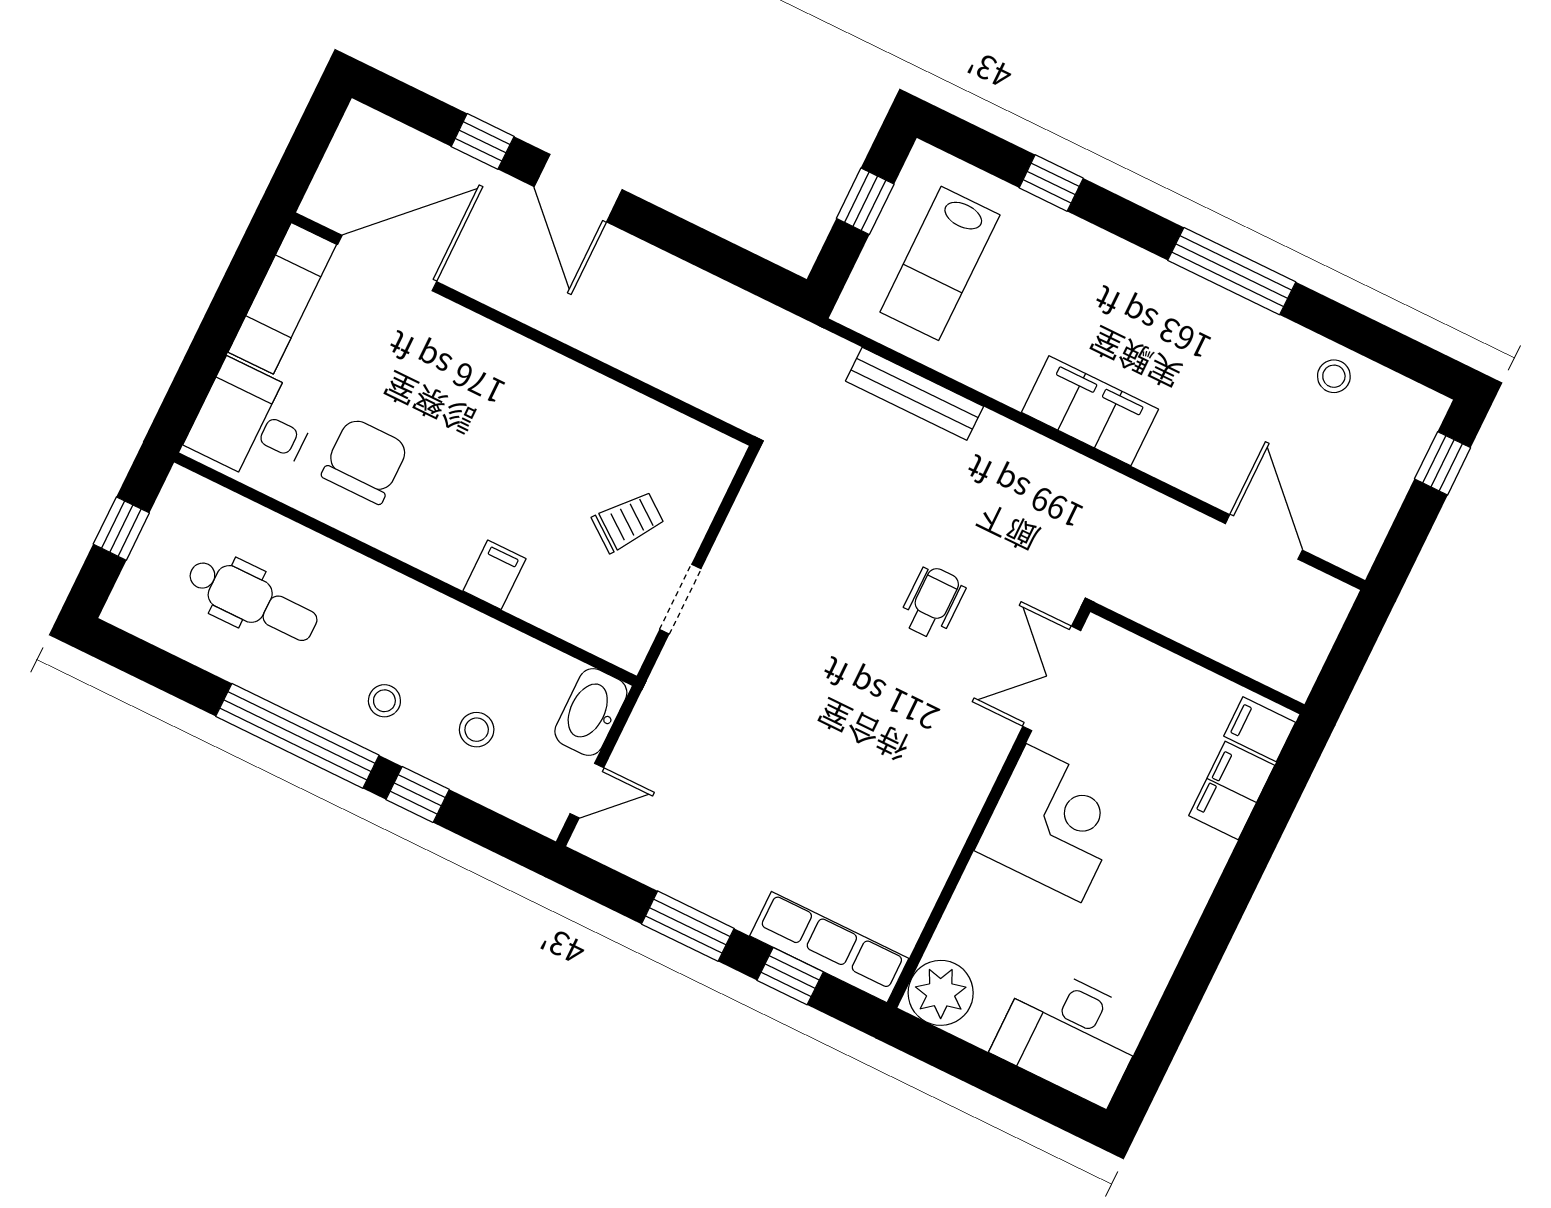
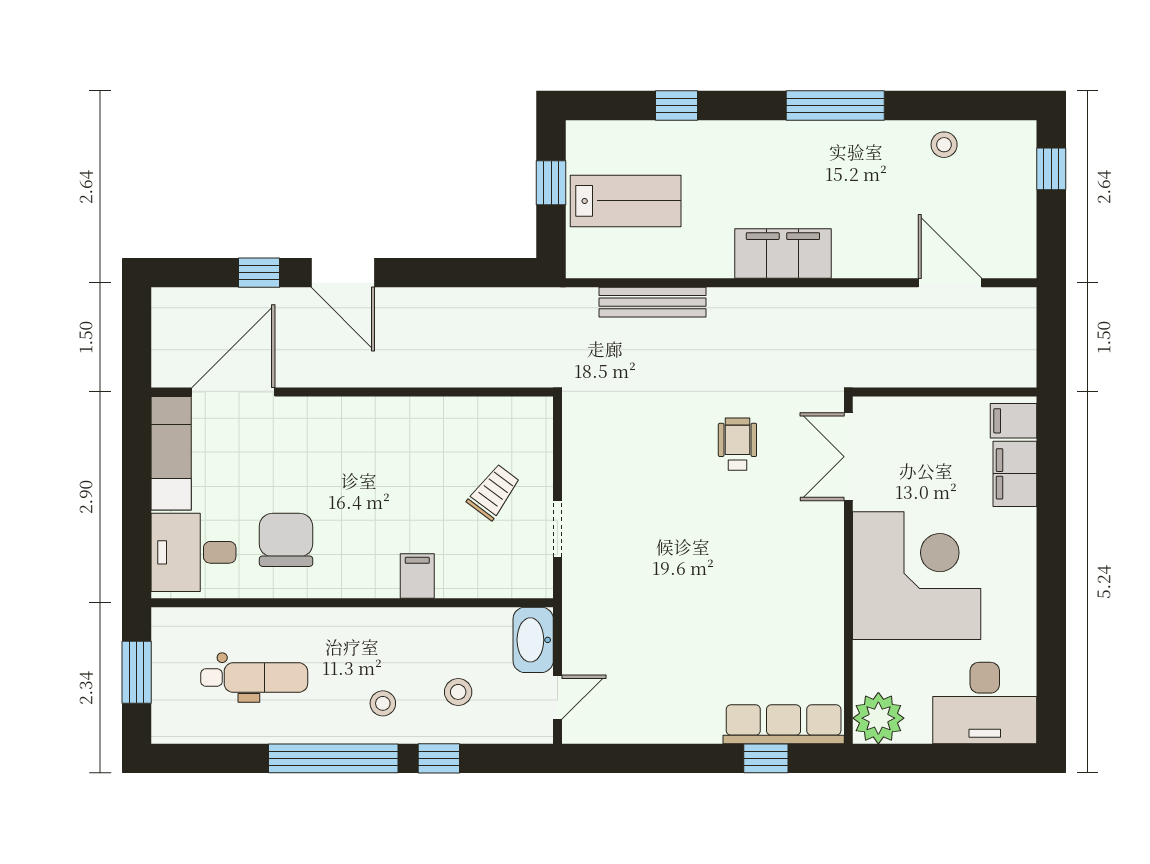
lab bench: (940, 263) -> (626, 201), turned -90
window: (121, 529) -> (137, 672), width x1.50
corner desk: (1054, 823) -> (917, 576), width x1.36, depth x1.36
window: (688, 926) -> (676, 758), removed

